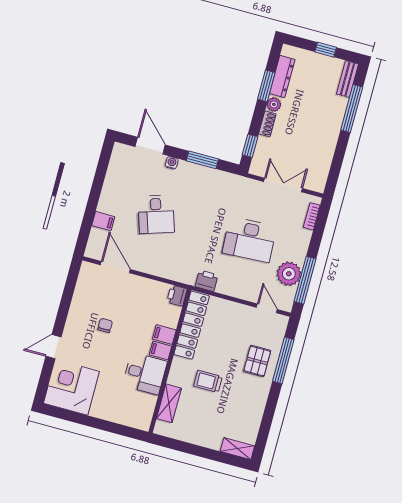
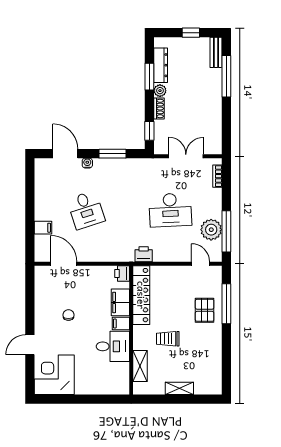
filing cabinet: (164, 334) -> (120, 302), width x2.00
shelving: (237, 449) -> (179, 388), moved

